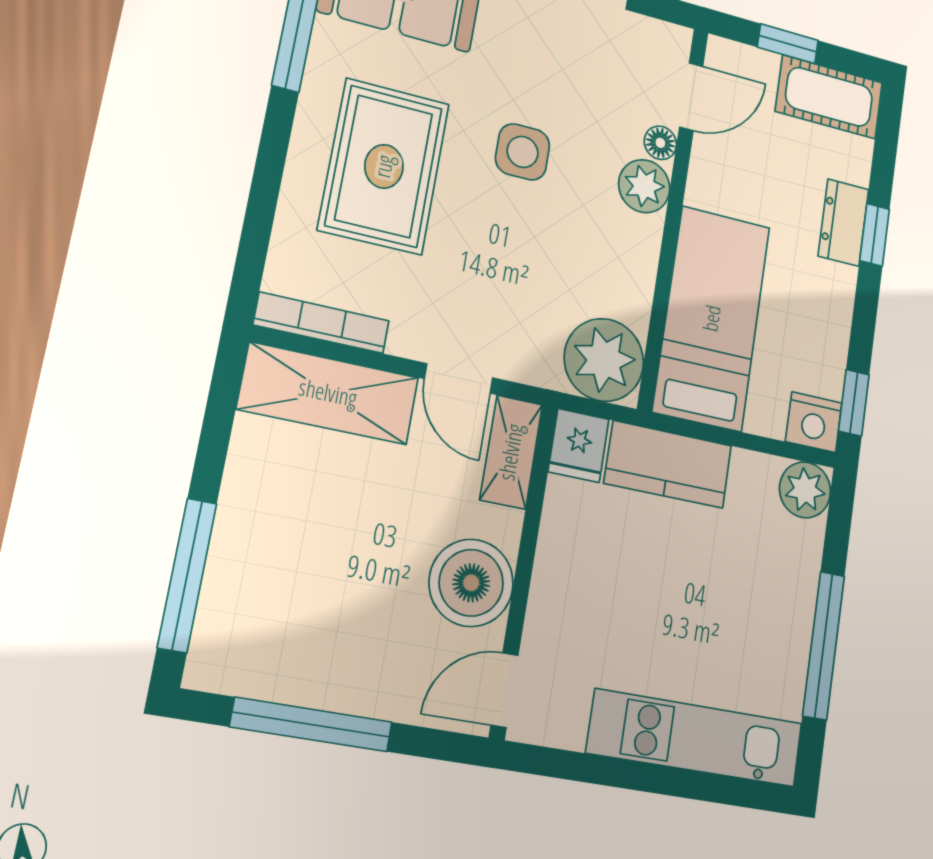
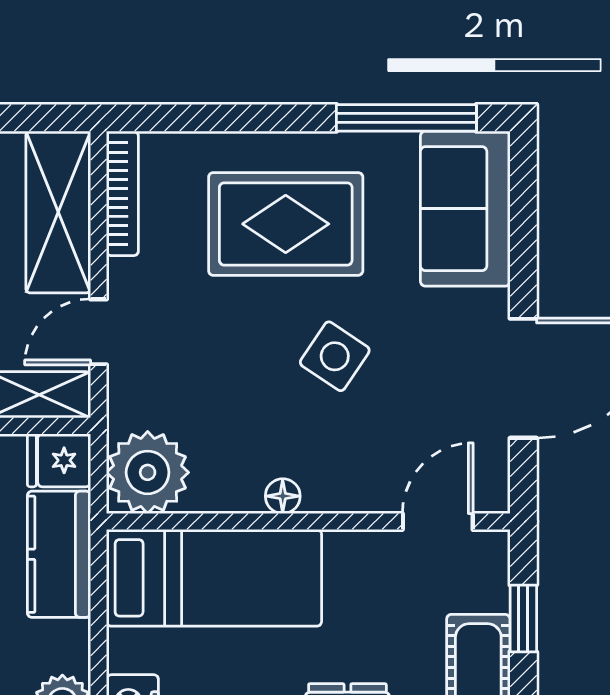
door: (691, 97) -> (438, 521), swing flipped
floor lamp: (660, 143) -> (283, 496), moved
side table: (523, 152) -> (335, 356), turned 34
plant: (644, 186) -> (332, 486), removed

